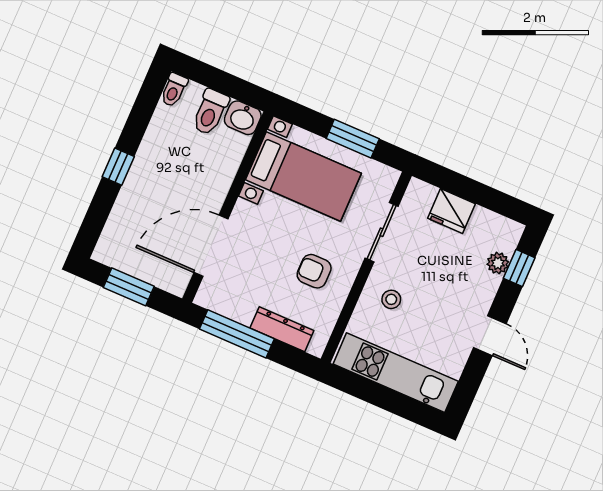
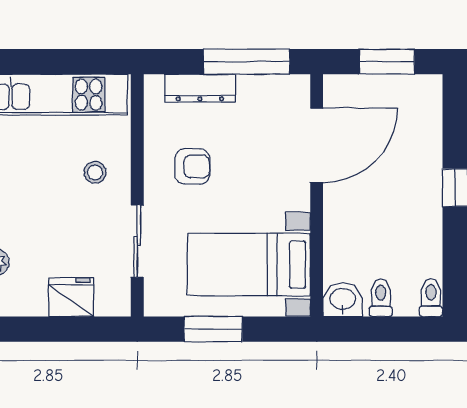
toilet: (210, 112) -> (381, 298), width x0.73, depth x0.72

